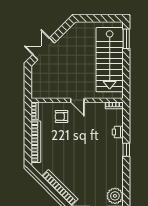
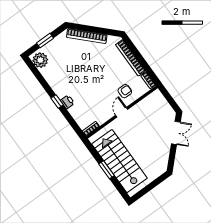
window: (126, 39) -> (106, 170), moved
door: (77, 100) -> (122, 112), hinge flipped
printer: (118, 132) -> (67, 102), moved

